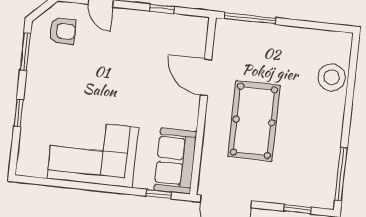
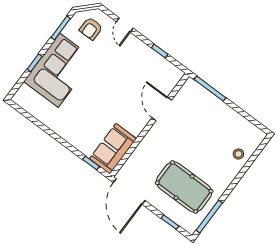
armchair: (62, 31) -> (91, 29), turned 90
stool: (332, 77) -> (238, 154), width x0.53, depth x0.53
pool table: (254, 121) -> (184, 187), moved, turned 90
corner sofa: (93, 153) -> (59, 70), moved, turned 90

